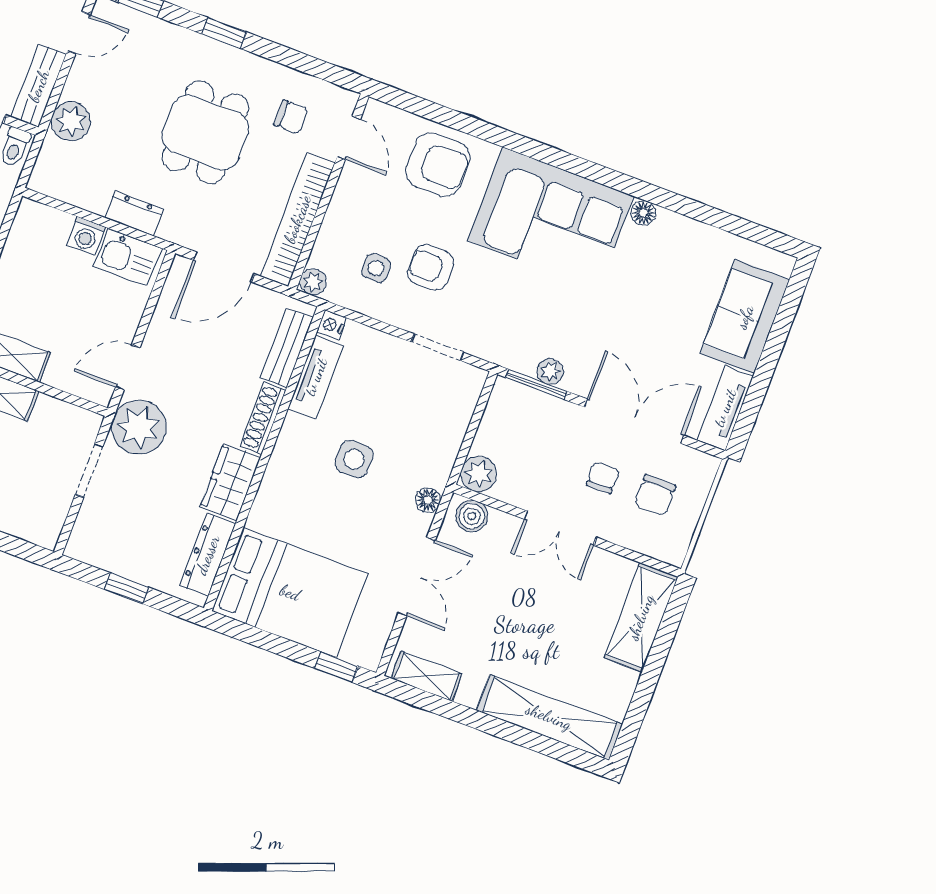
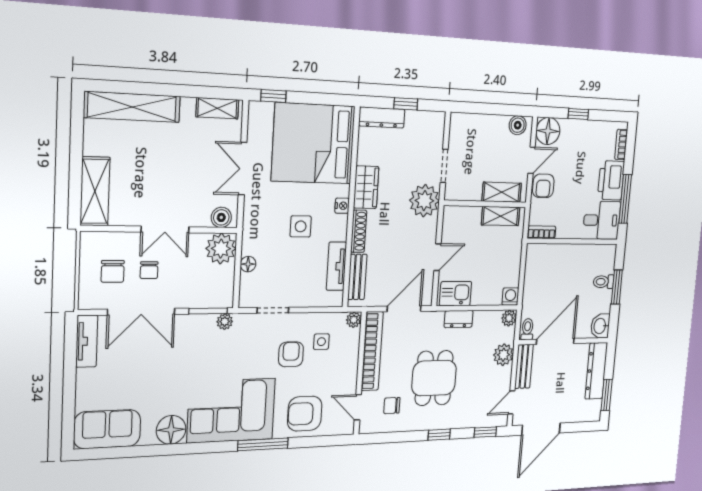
window: (519, 144) -> (263, 444), added
plant: (43, 179) -> (509, 318), added
floor lamp: (643, 213) -> (171, 430), width x1.89, depth x1.89
washing machine: (86, 236) -> (510, 296), moved
armchair: (431, 268) -> (291, 354), turned -90
sofa: (745, 317) -> (107, 429), moved, turned -90
nightstand: (332, 325) -> (342, 206), moved
door: (128, 367) -> (437, 257), moved
plant: (550, 371) -> (225, 322), moved
plant: (479, 474) -> (221, 249), width x1.36, depth x1.36
chair: (655, 495) -> (113, 271), turned 180
floor lamp: (428, 500) -> (248, 264), moved
double door: (560, 528) -> (165, 230), swing flipped
dresser: (208, 555) -> (382, 118), moved, turned 90
bed: (290, 593) -> (313, 143), width x1.36

